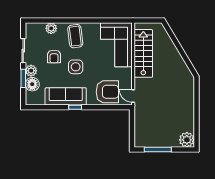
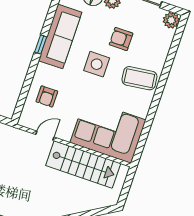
plant: (51, 28) -> (171, 20), moved
armchair: (107, 92) -> (47, 96), width x0.53, depth x0.53
door: (133, 96) -> (45, 136), moved

